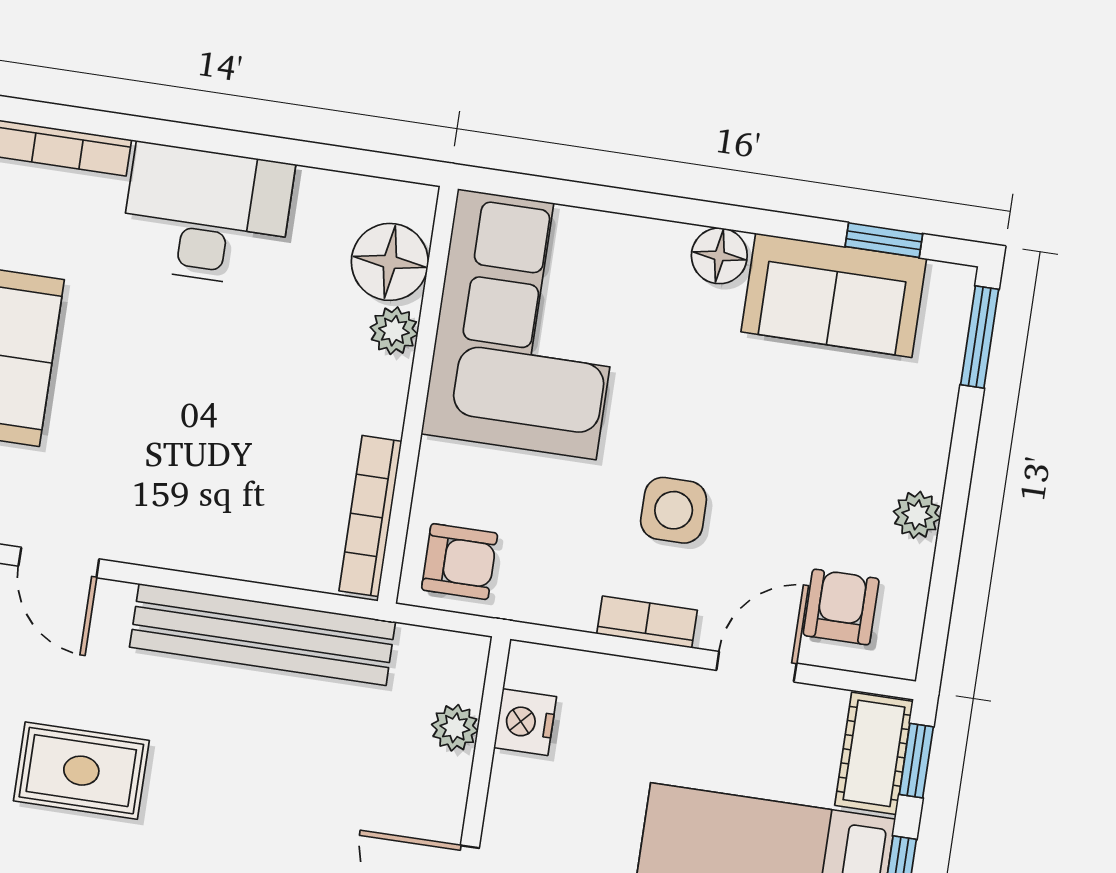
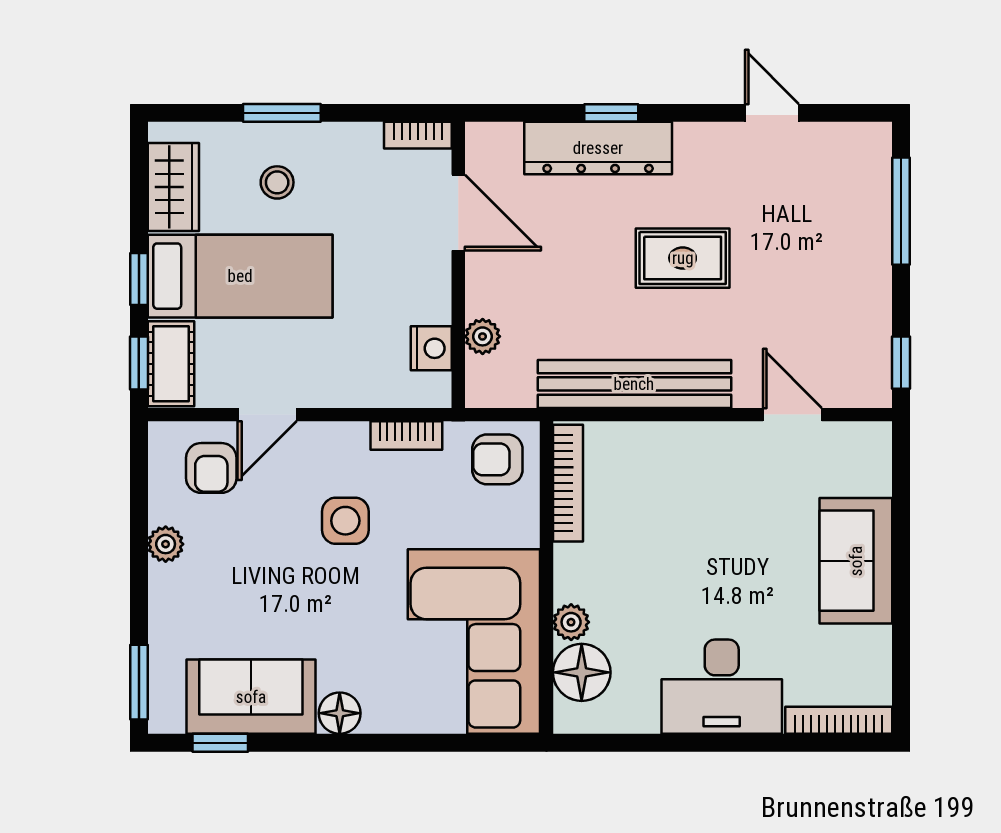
bookcase: (647, 622) -> (406, 436), moved
rug: (81, 771) -> (683, 258), moved

